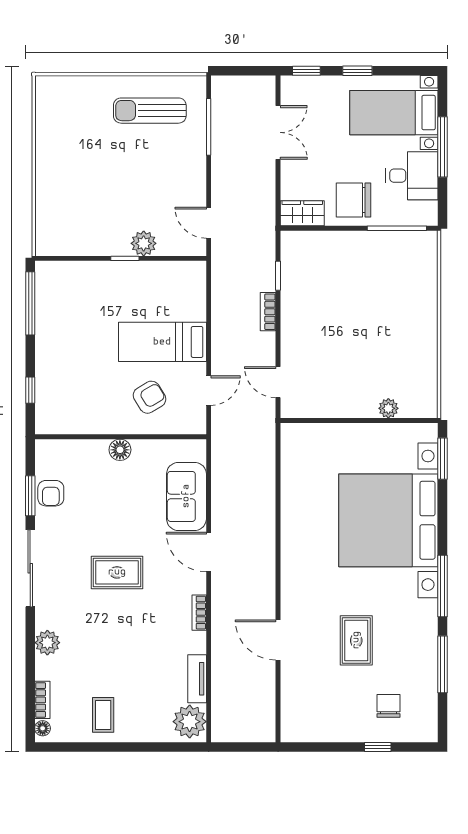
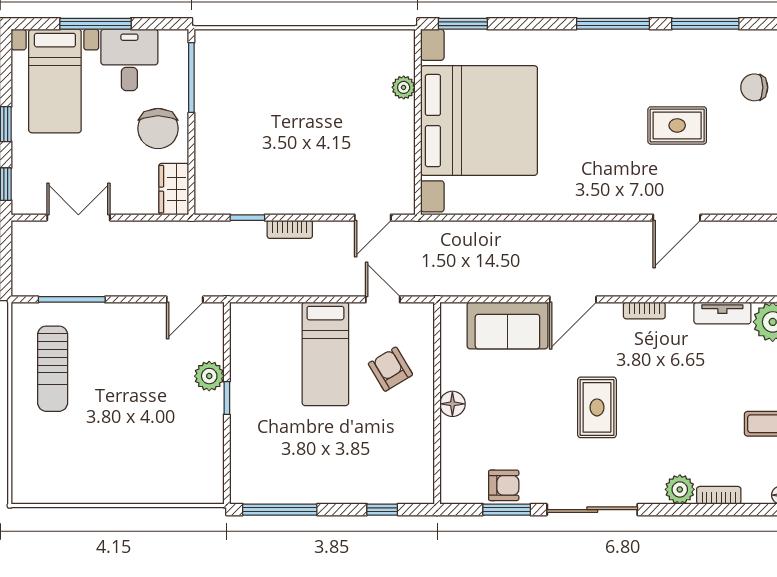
bed with nightstands: (388, 520) -> (479, 121), moved, turned -90
bookcase: (42, 700) -> (719, 495), moved

